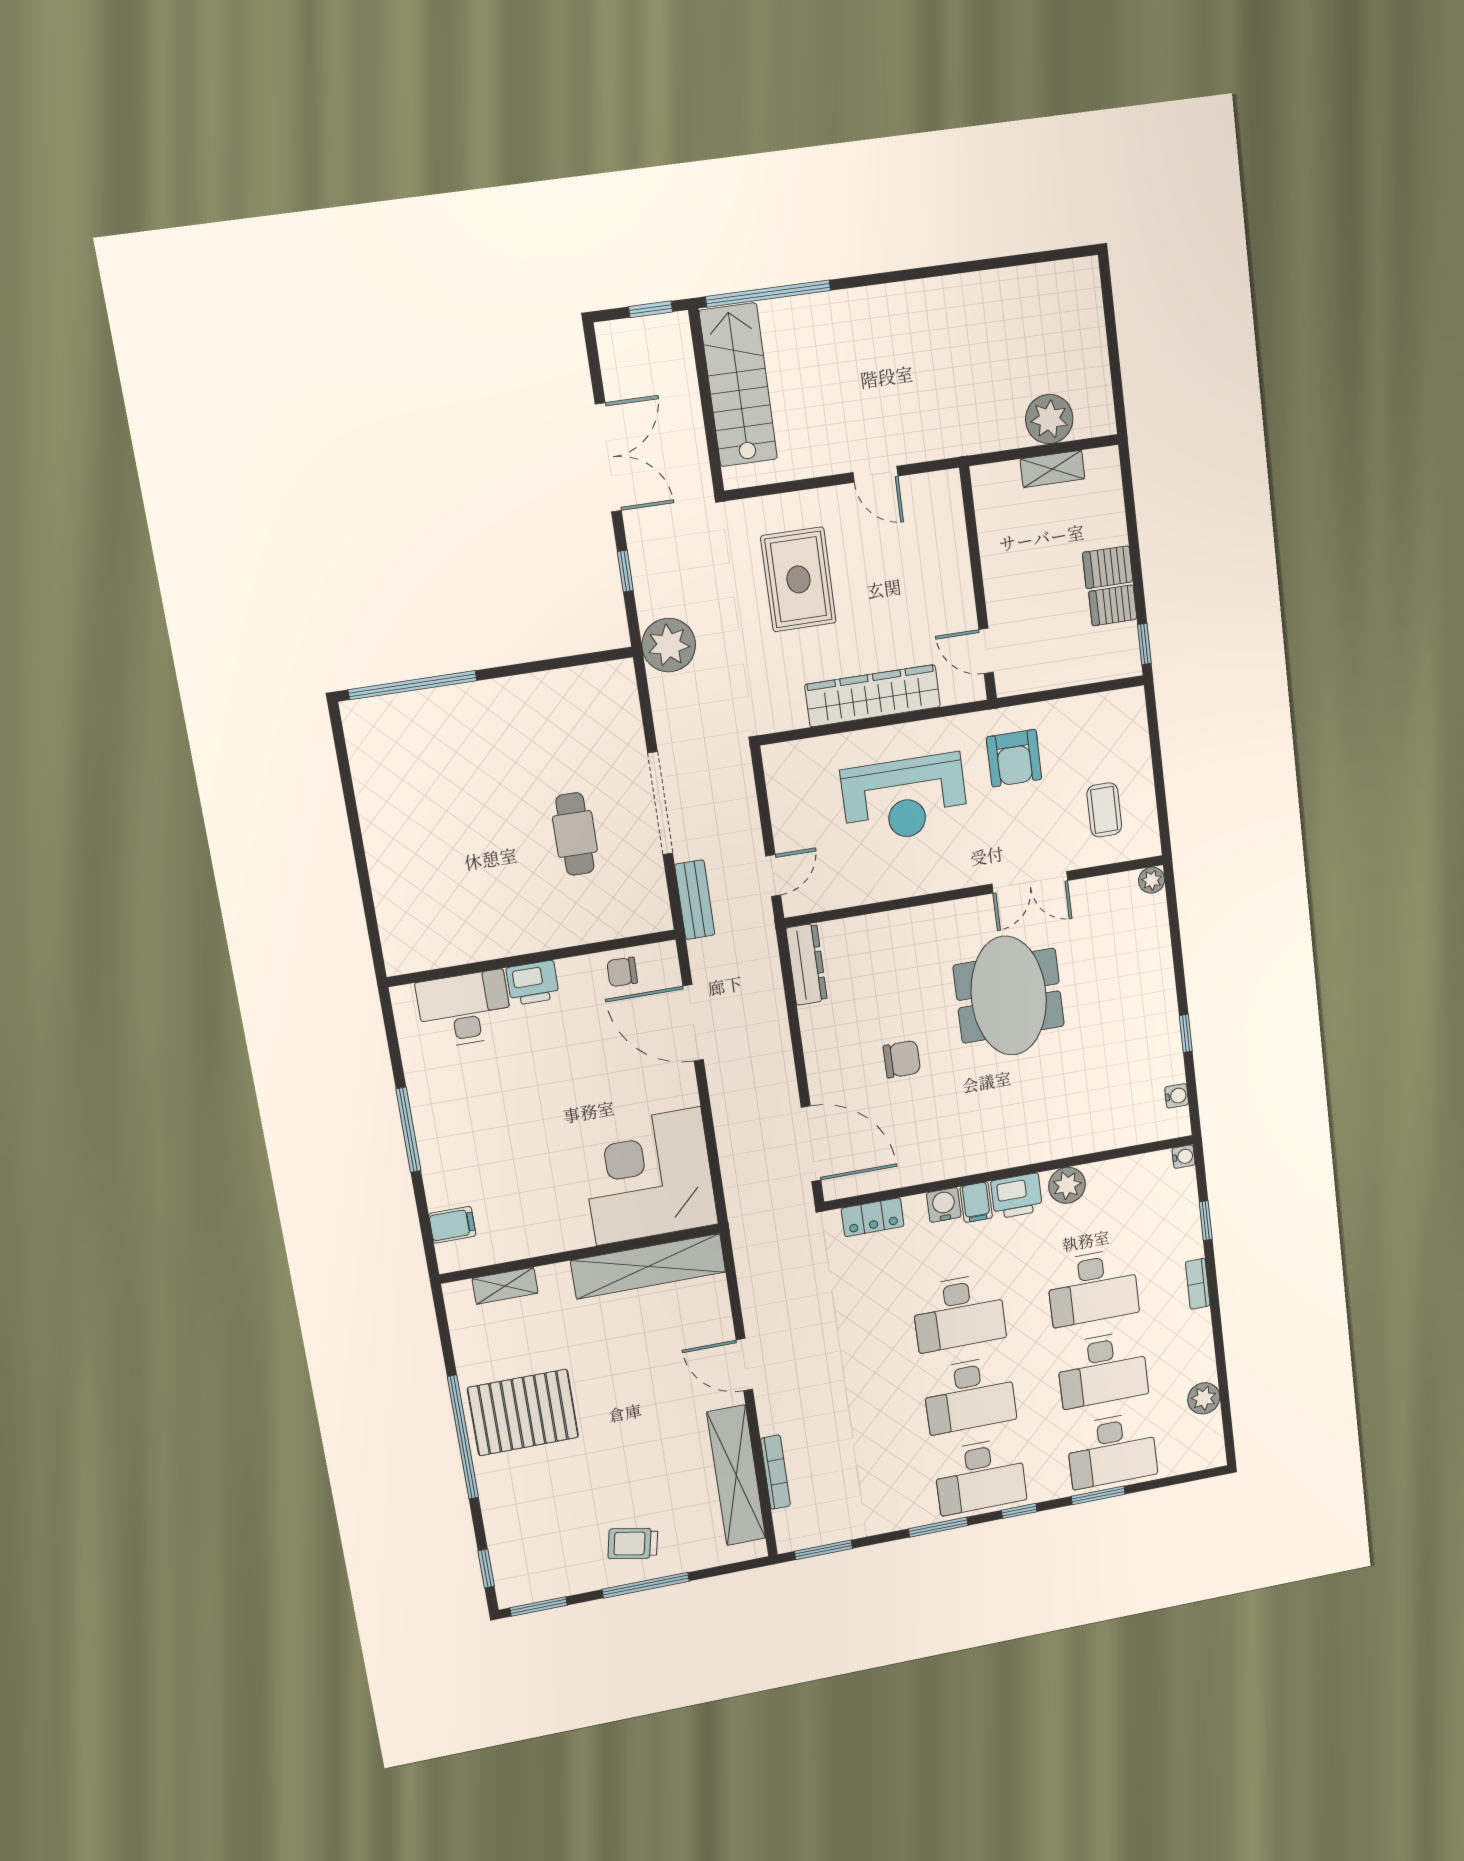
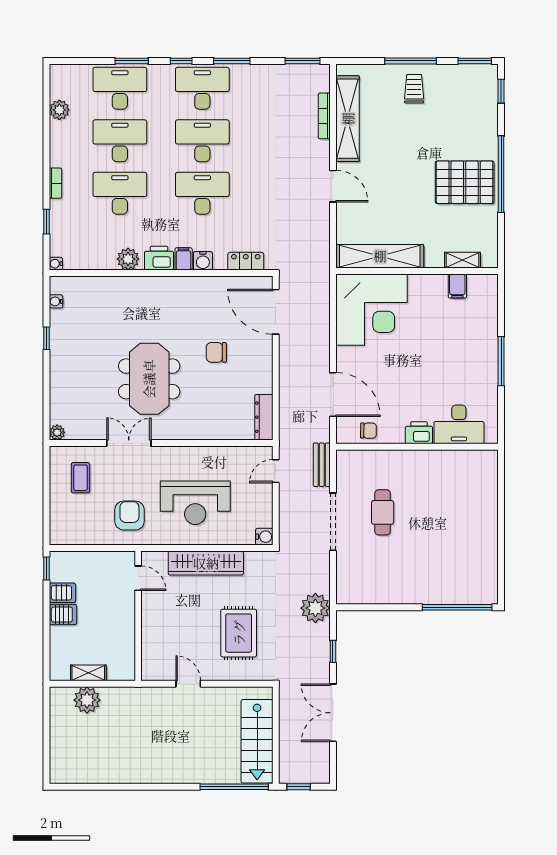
water cooler: (777, 758) -> (264, 537), added
reception desk: (905, 798) -> (195, 503), turned 180
filing cabinet: (452, 1225) -> (457, 286), moved, turned -90
trolley: (633, 1544) -> (414, 89), turned -101

